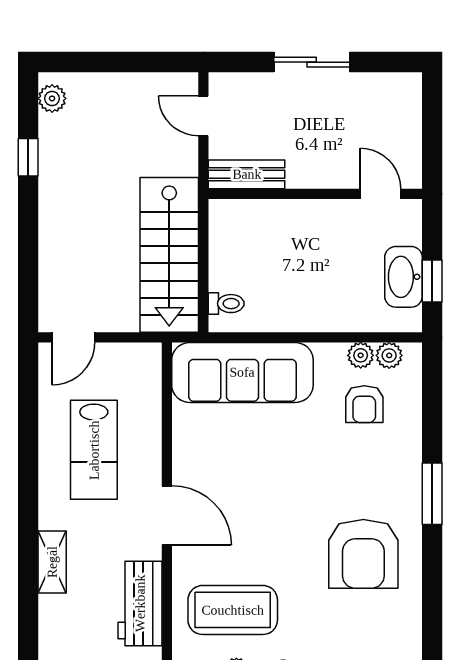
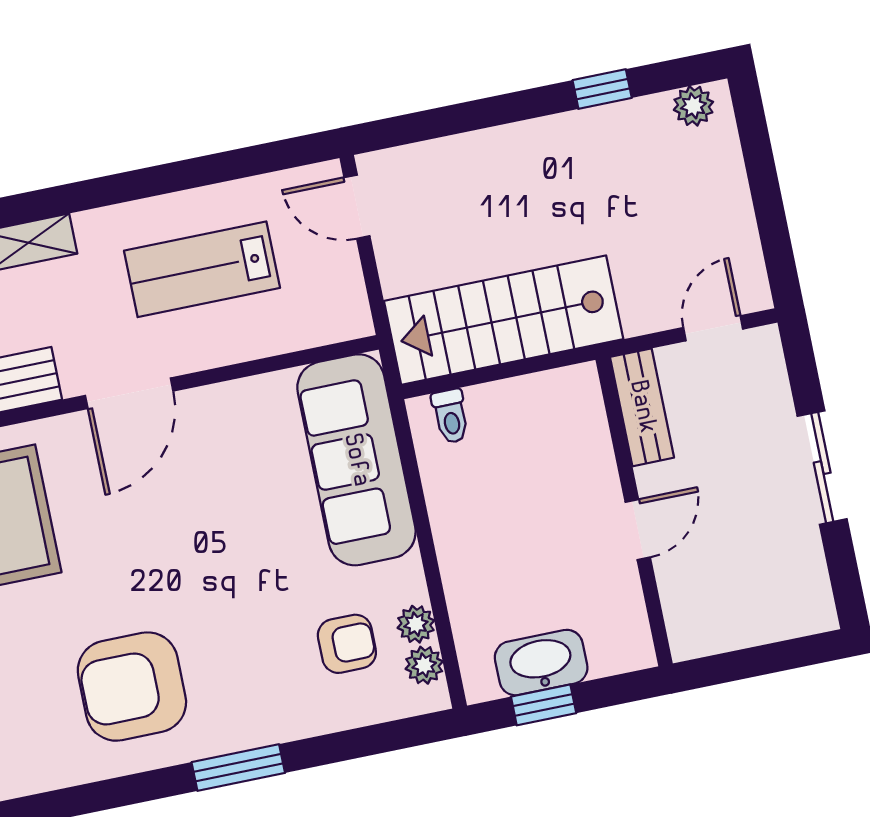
door: (381, 194) -> (638, 530), moved
armchair: (364, 404) -> (347, 644), turned 180

